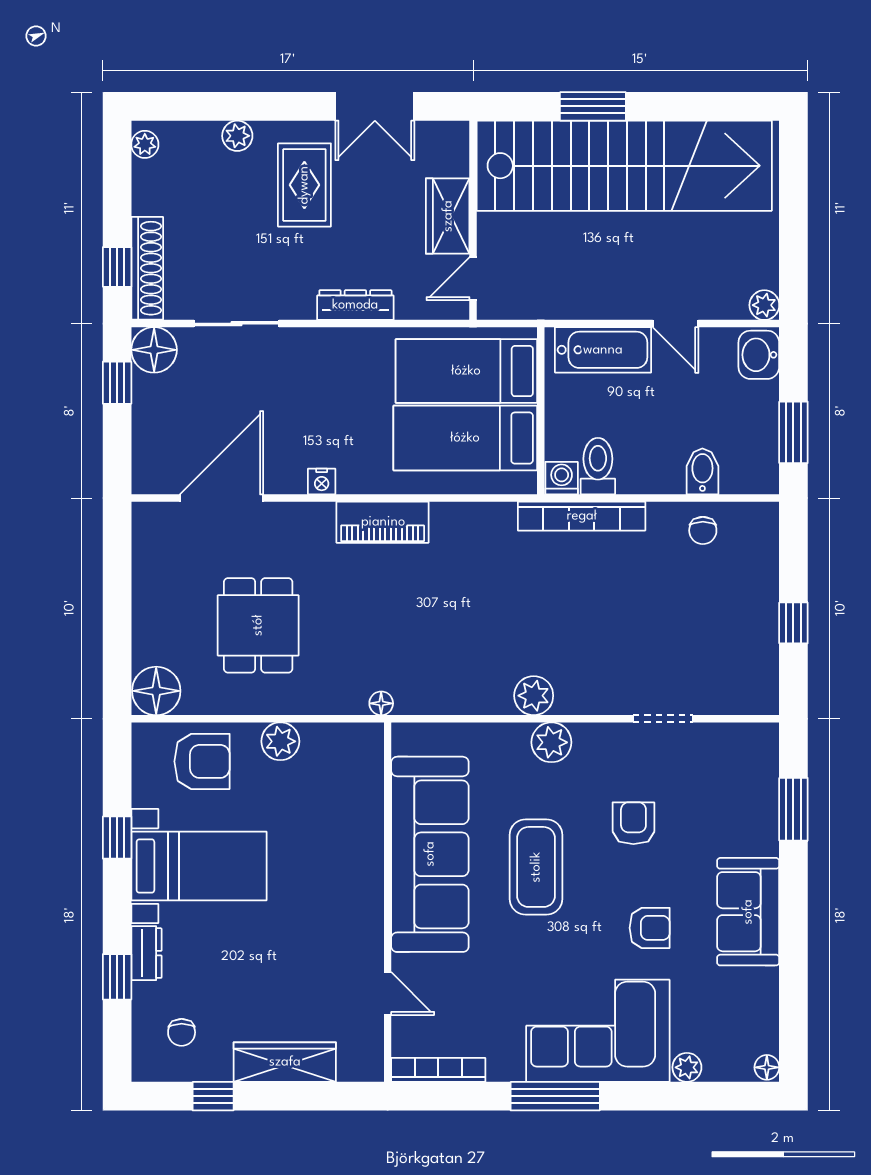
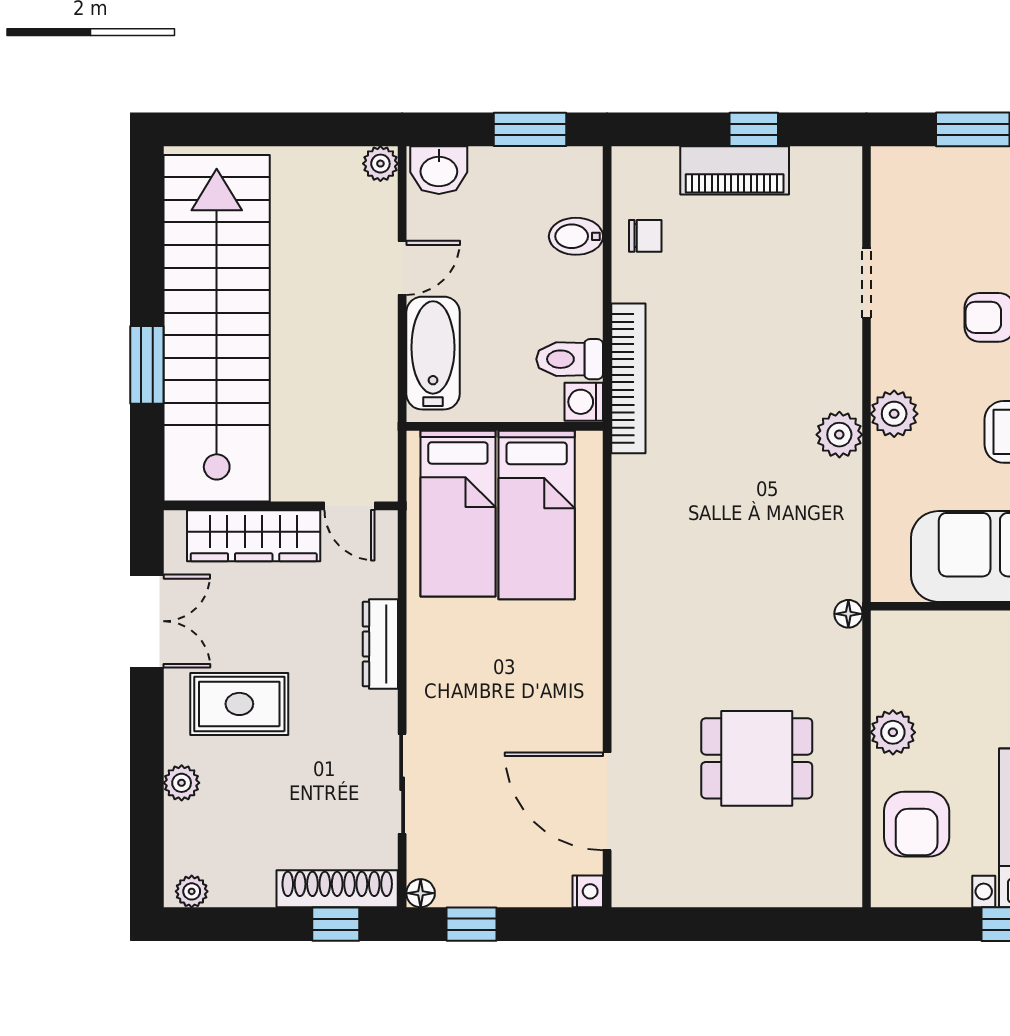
wardrobe: (448, 216) -> (254, 536), width x1.50
floor lamp: (154, 350) -> (421, 893), width x0.53, depth x0.53
nightstand: (322, 482) -> (588, 891), moved
piano: (383, 522) -> (735, 170), moved, turned 90
floor lamp: (156, 691) -> (834, 878), removed
armchair: (202, 761) -> (917, 824), turned 180

